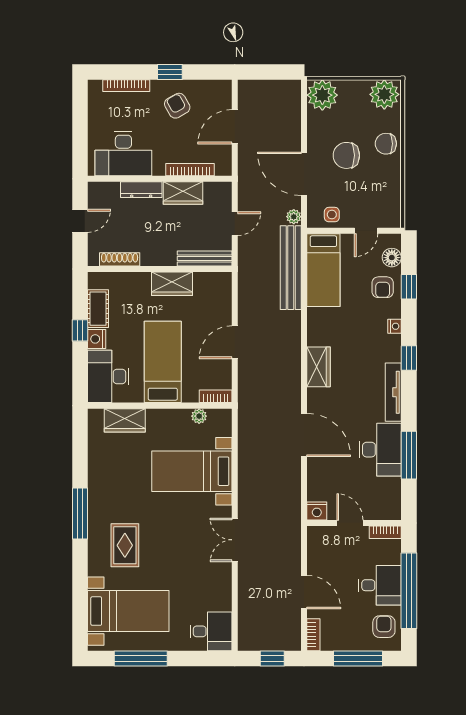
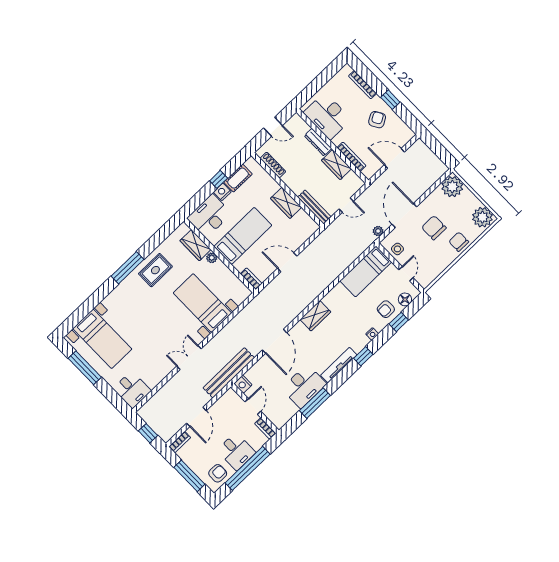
door: (366, 231) -> (406, 274), swing flipped
bench: (291, 268) -> (229, 373), moved
plant: (199, 416) -> (212, 258), moved
rug: (125, 545) -> (155, 270), moved

